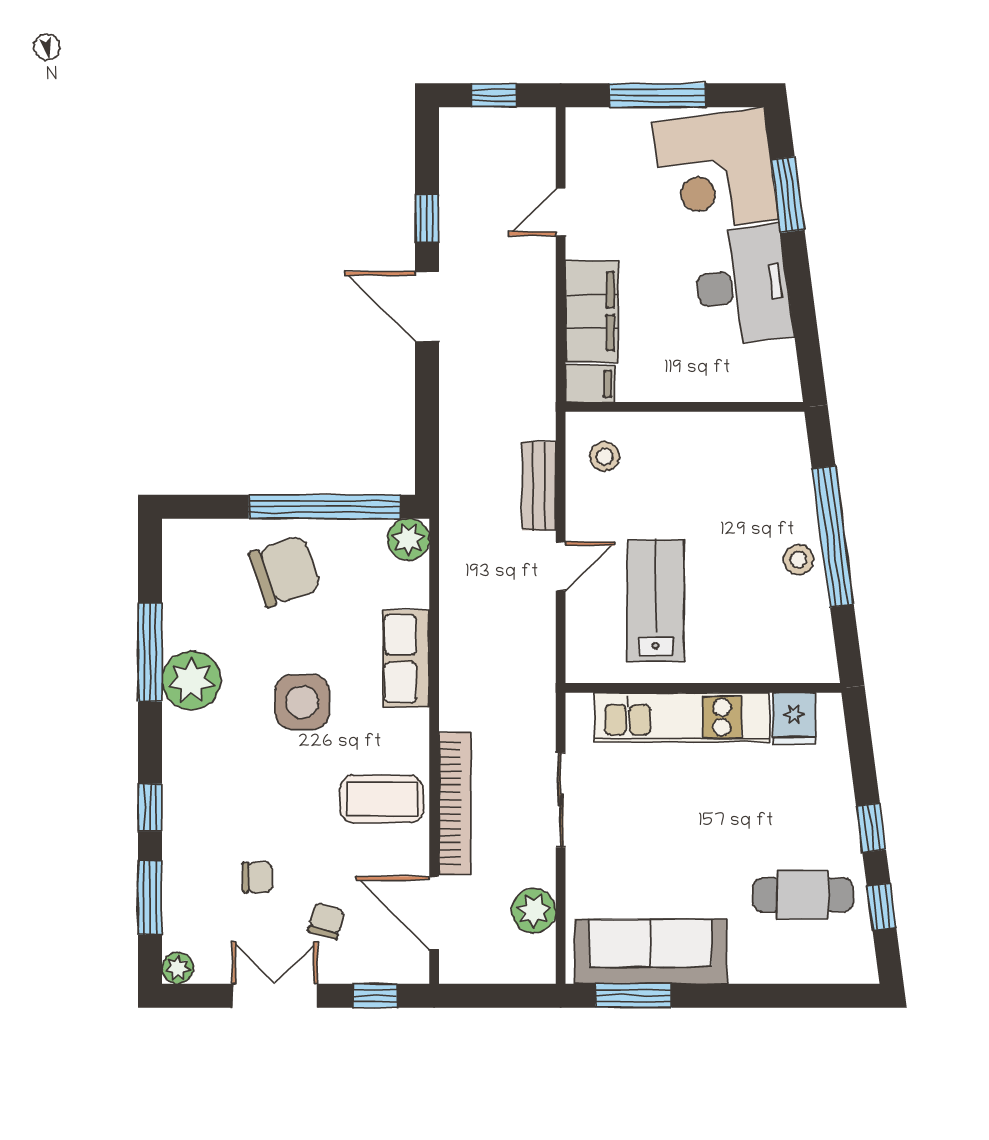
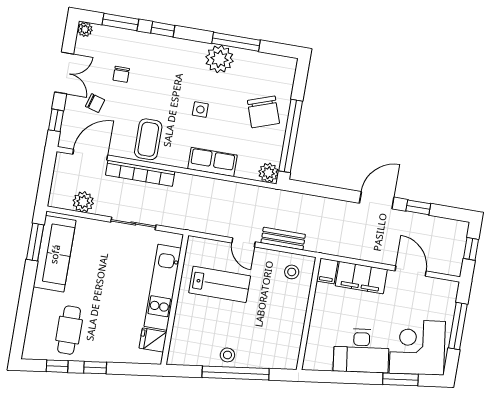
door: (561, 212) -> (411, 271), width x1.38
side table: (302, 702) -> (200, 110), width x0.54, depth x0.54

